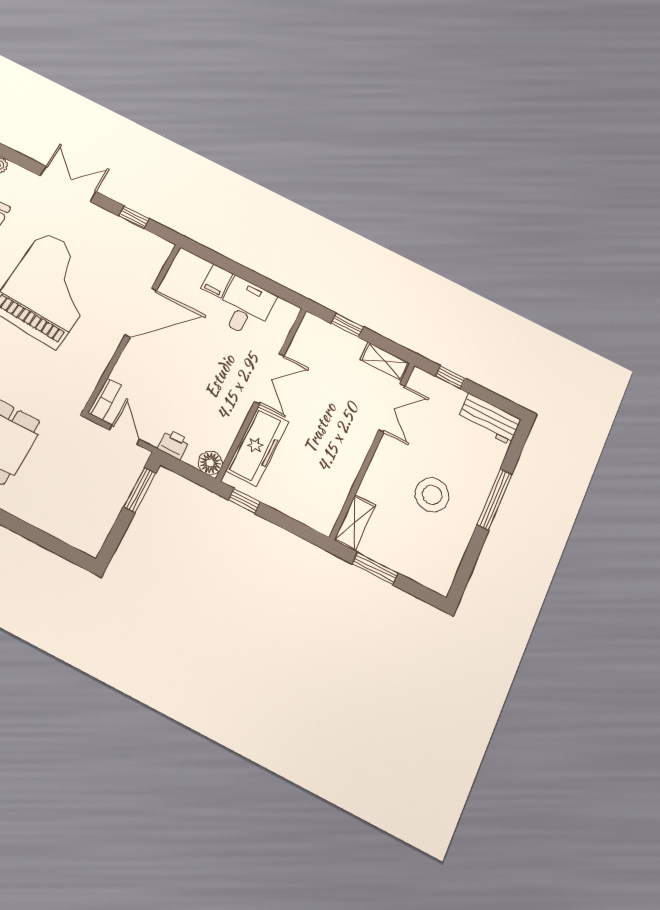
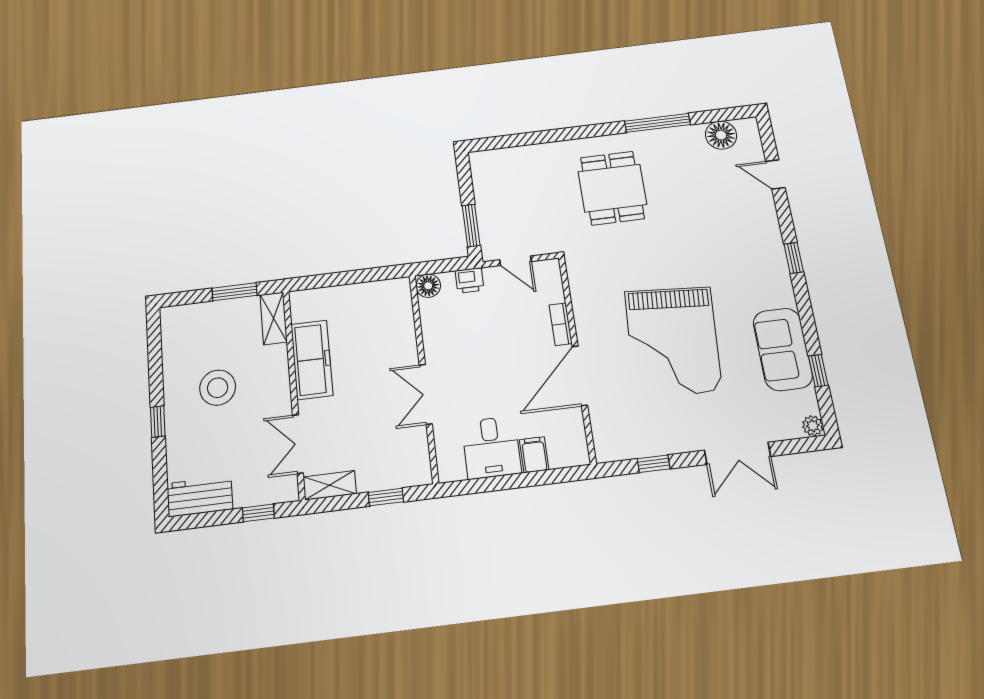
bookcase: (105, 399) -> (561, 324), moved
freezer: (257, 446) -> (312, 360), moved, turned 180
window: (494, 499) -> (158, 422), width x0.46
window: (244, 501) -> (379, 274), removed

